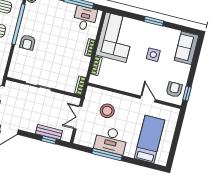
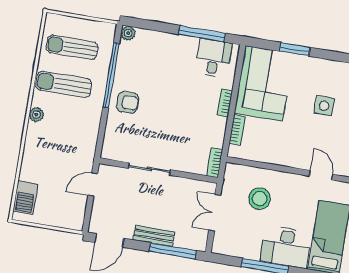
window: (154, 21) -> (295, 49), moved
armchair: (28, 42) -> (128, 102), turned -90
bench: (49, 132) -> (154, 236), moved
window: (49, 140) -> (173, 251), width x2.17
desk: (111, 140) -> (286, 247), moved

